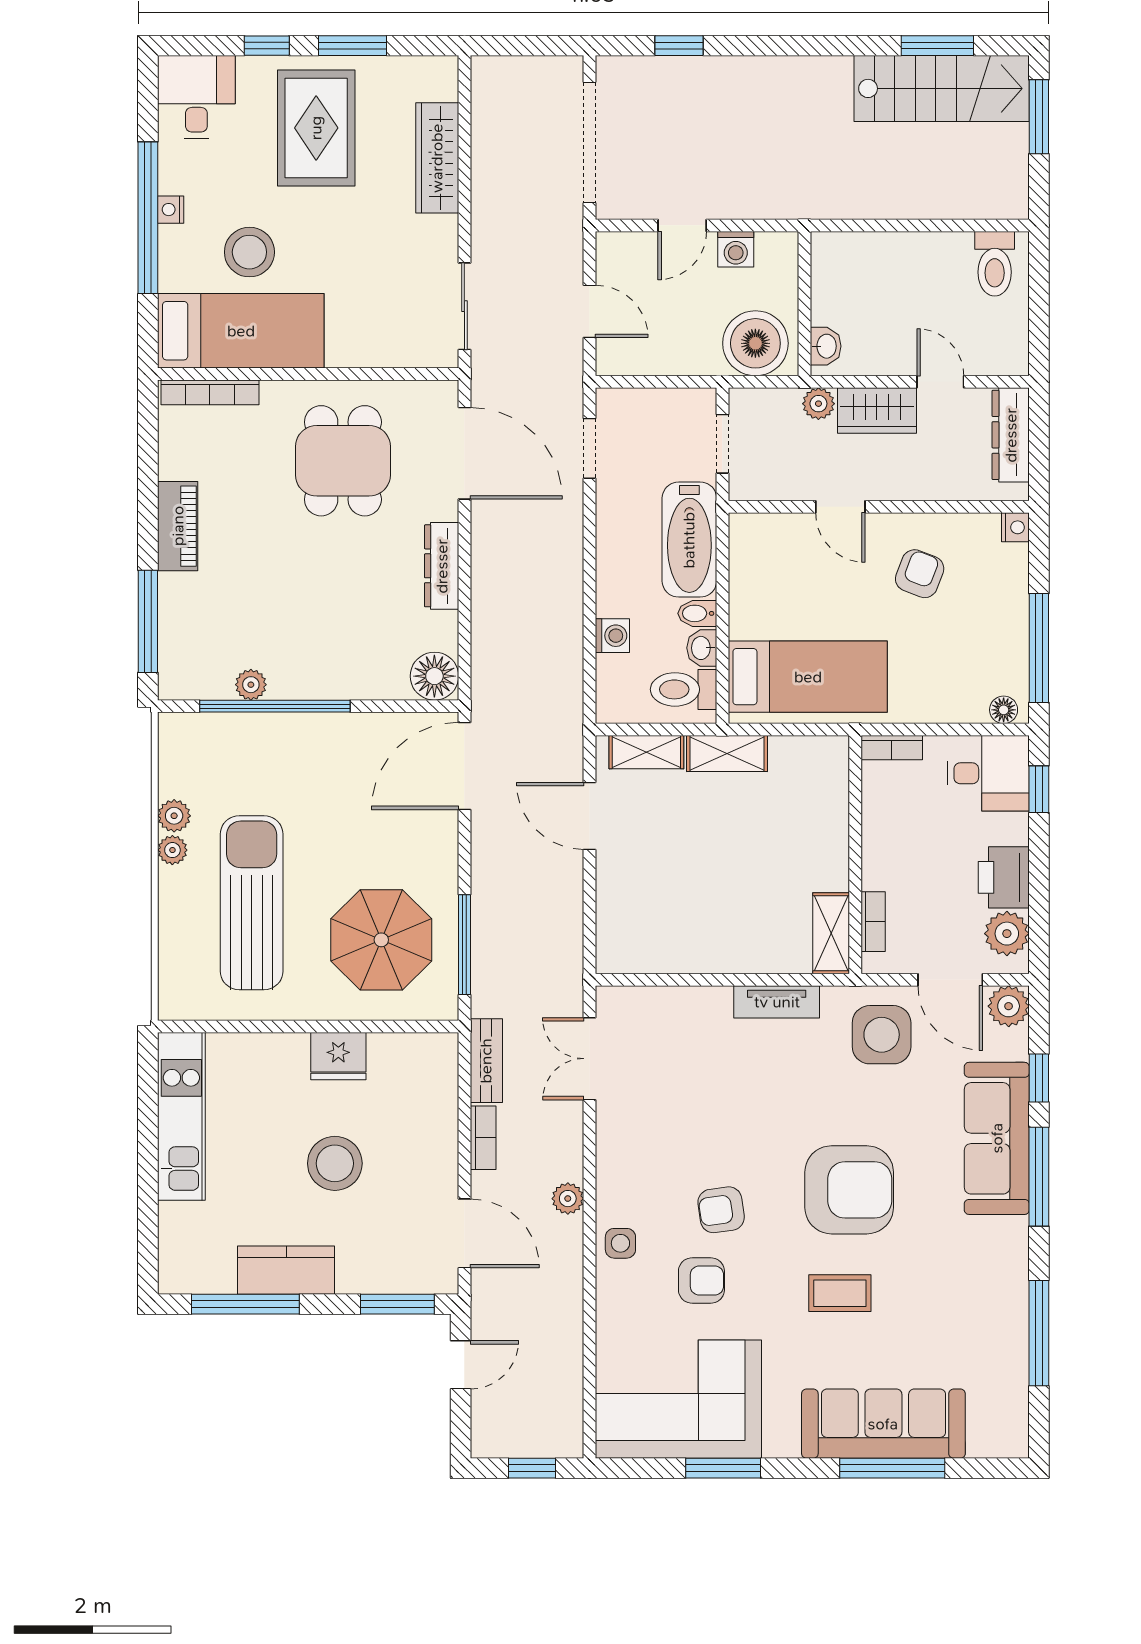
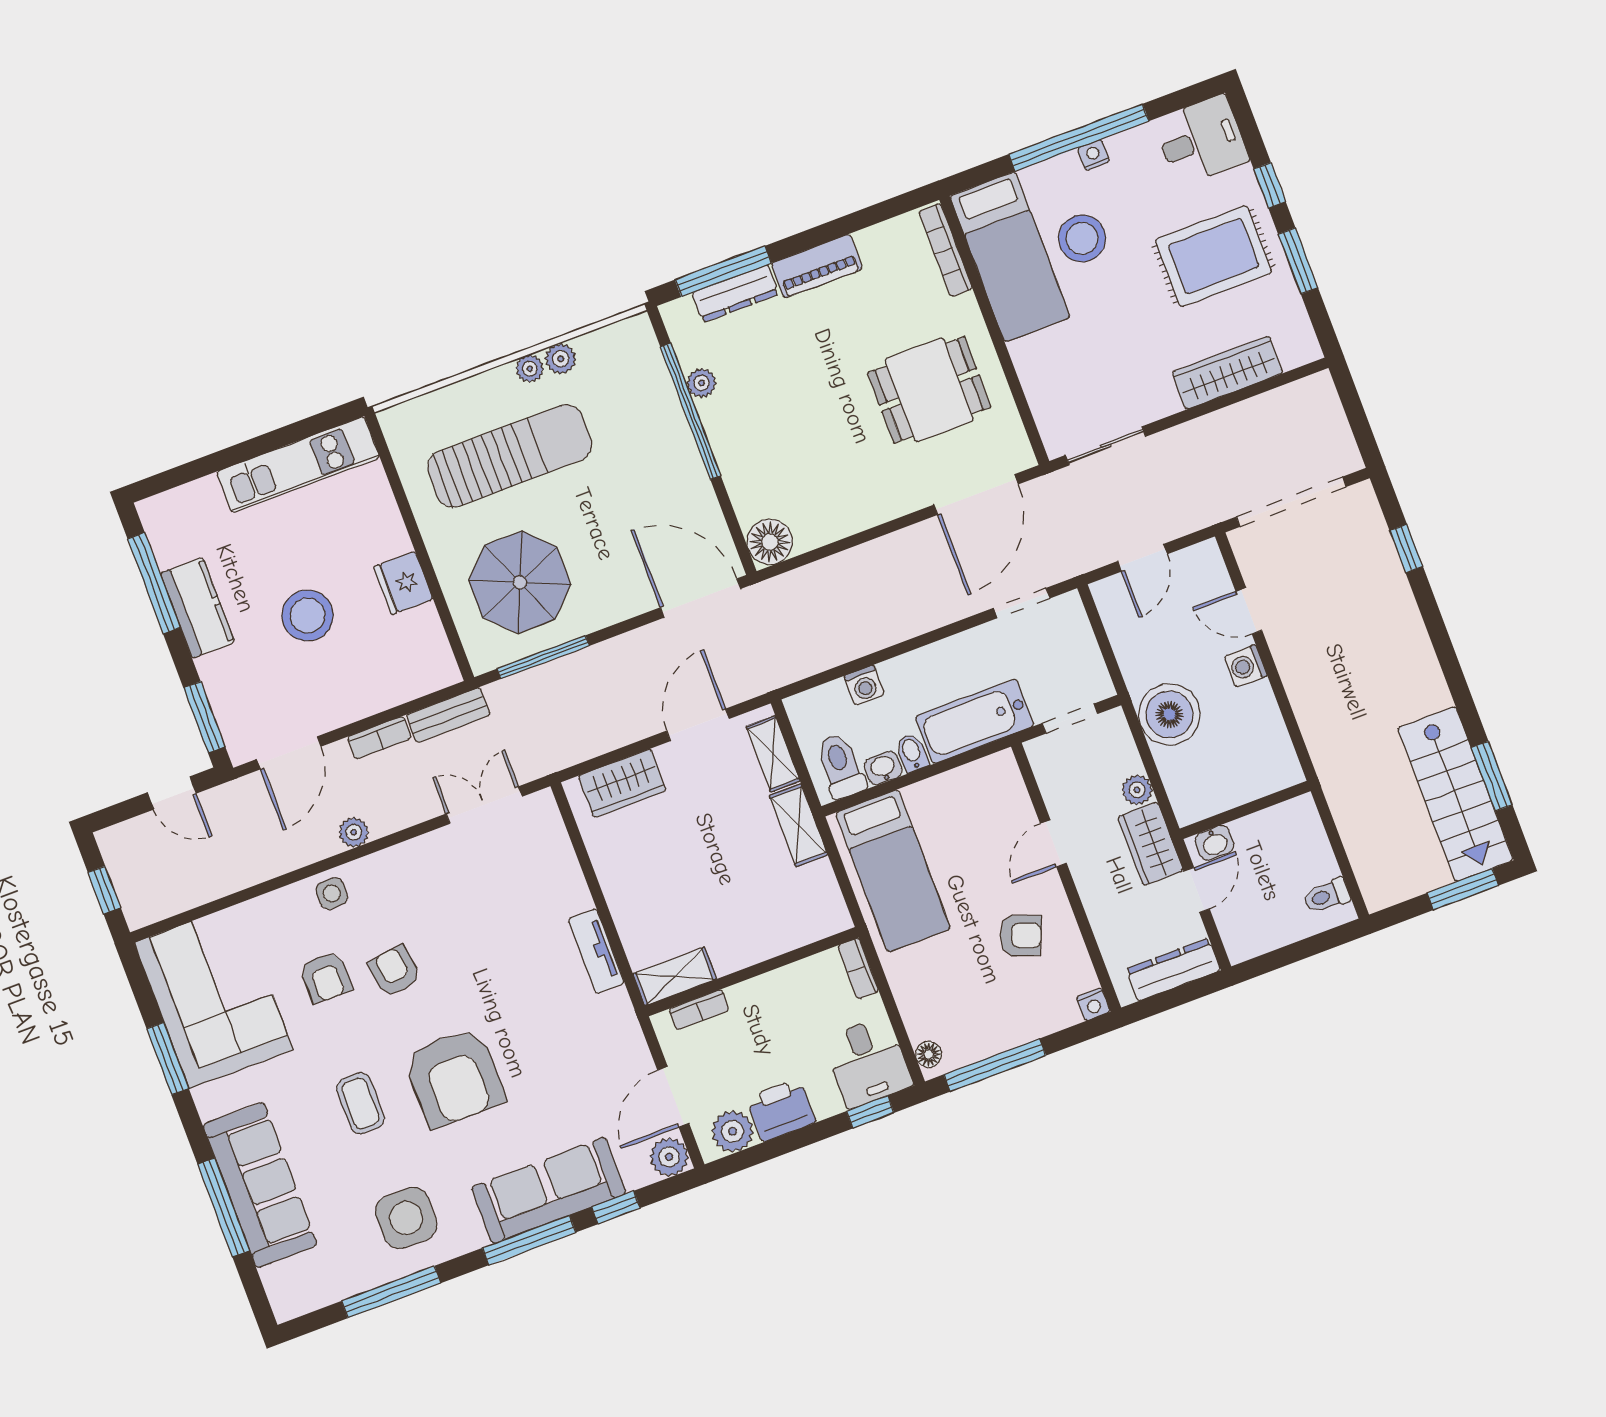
toilet: (995, 264) -> (1327, 896), width x0.73, depth x0.72
wall: (804, 304) -> (1245, 810), moved
washbasin: (826, 346) -> (1215, 843), moved
dresser: (442, 566) -> (735, 294), moved, turned 180
wardrobe: (619, 913) -> (622, 783), added
side table: (882, 1035) -> (406, 1218), moved

